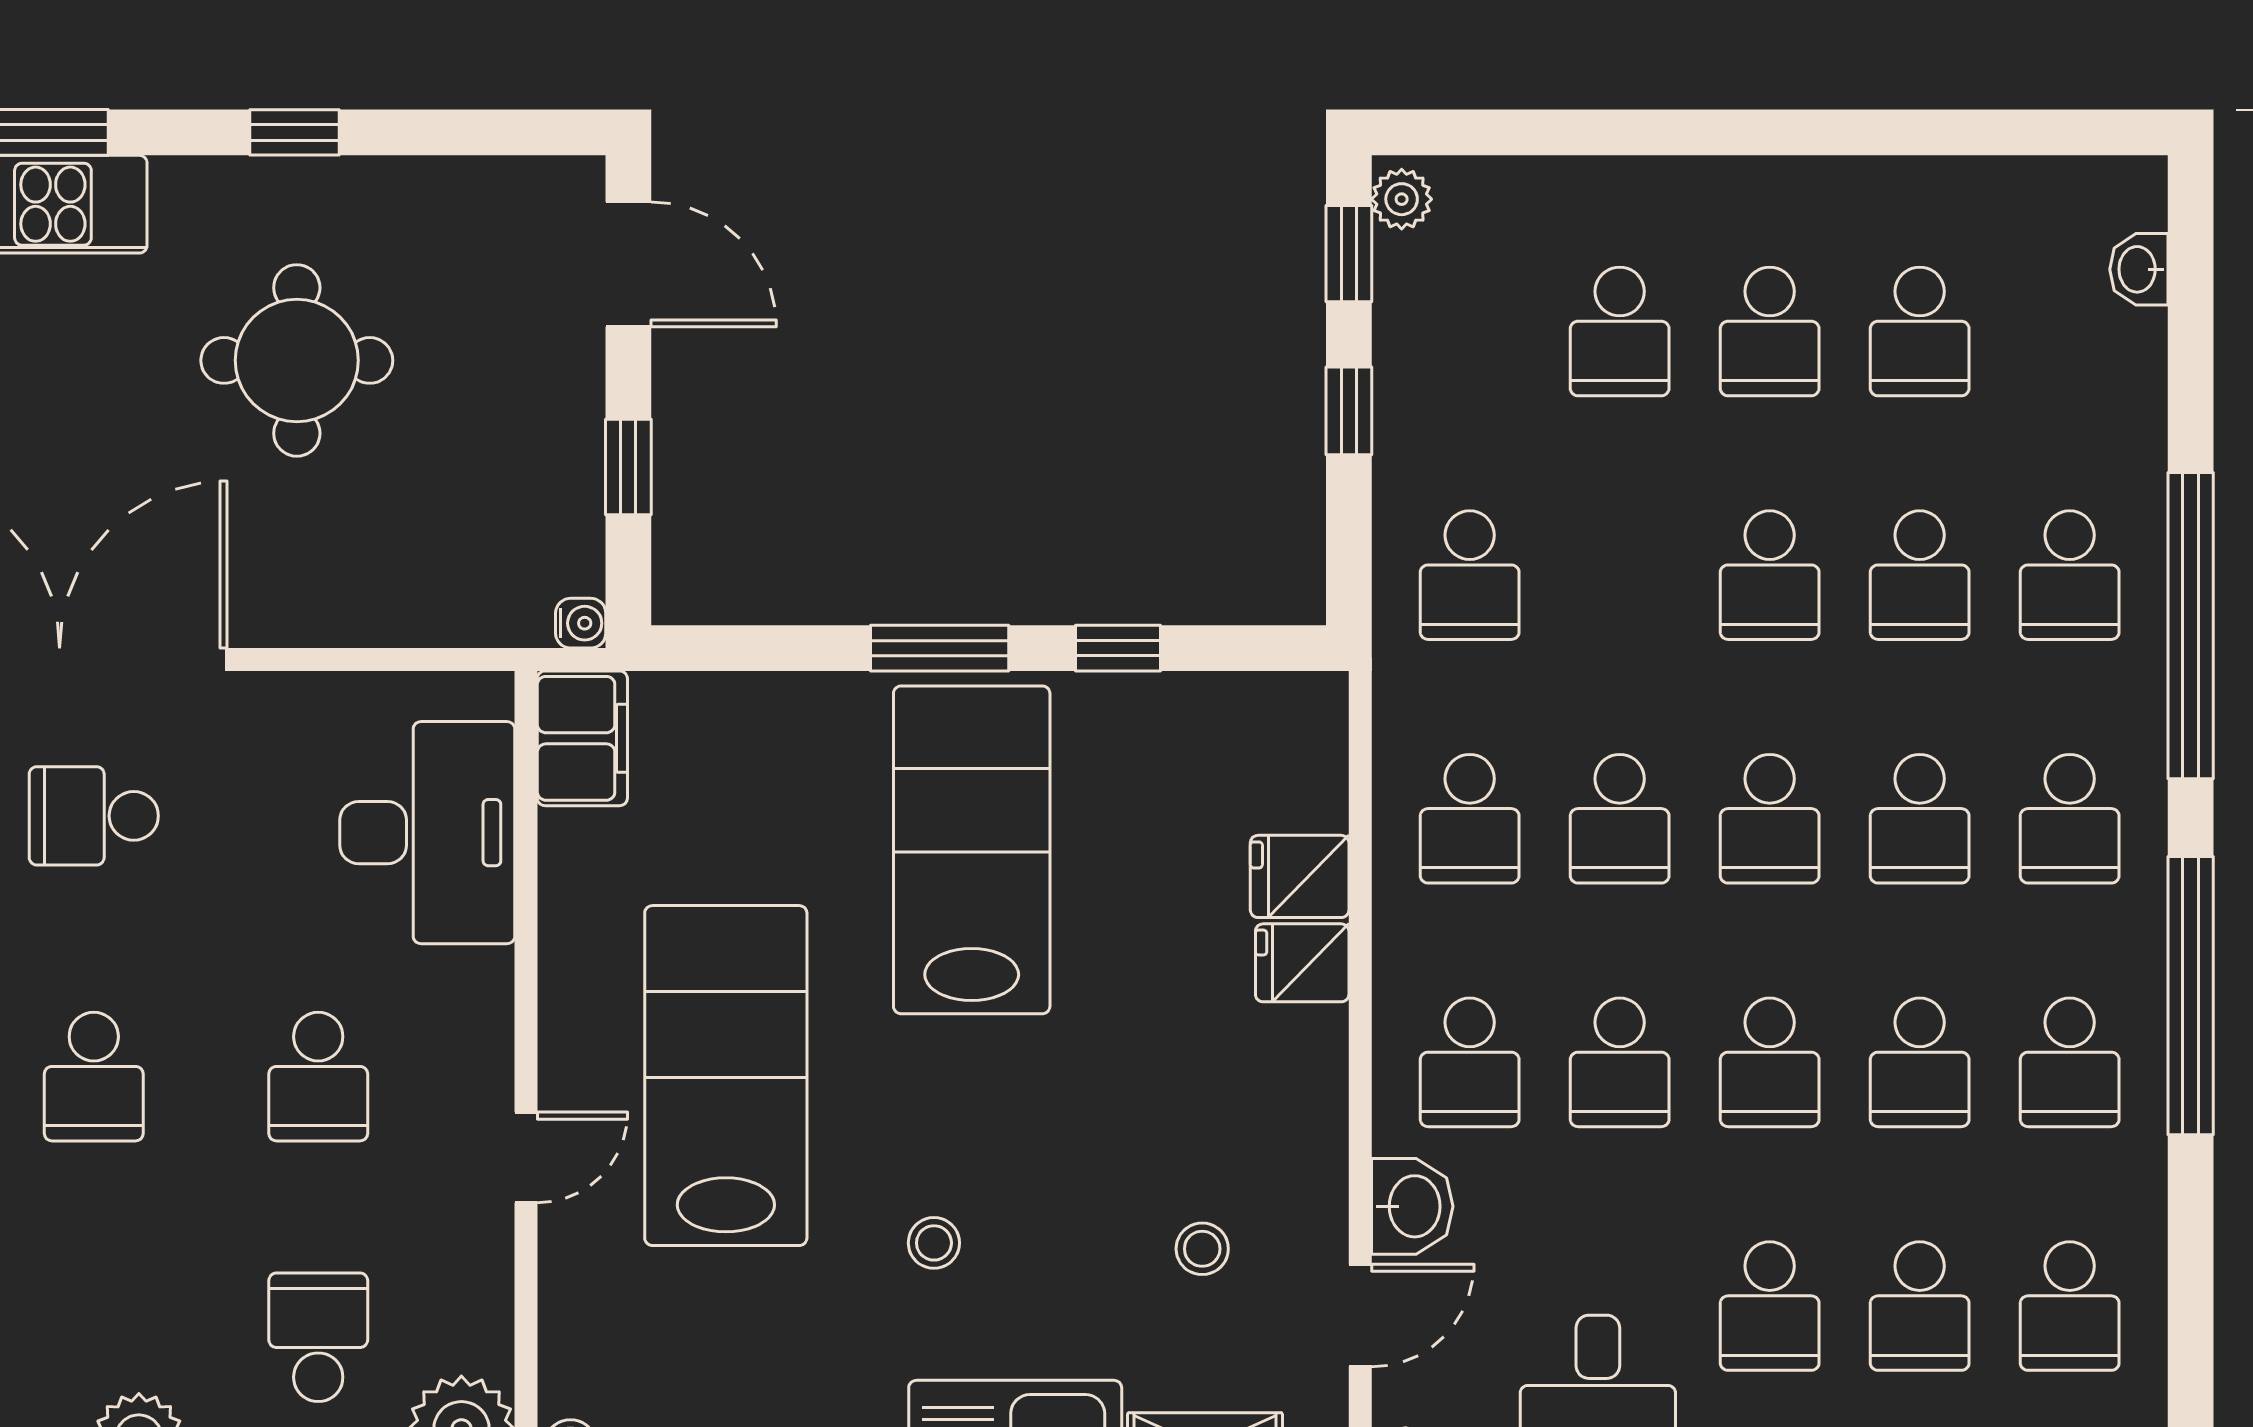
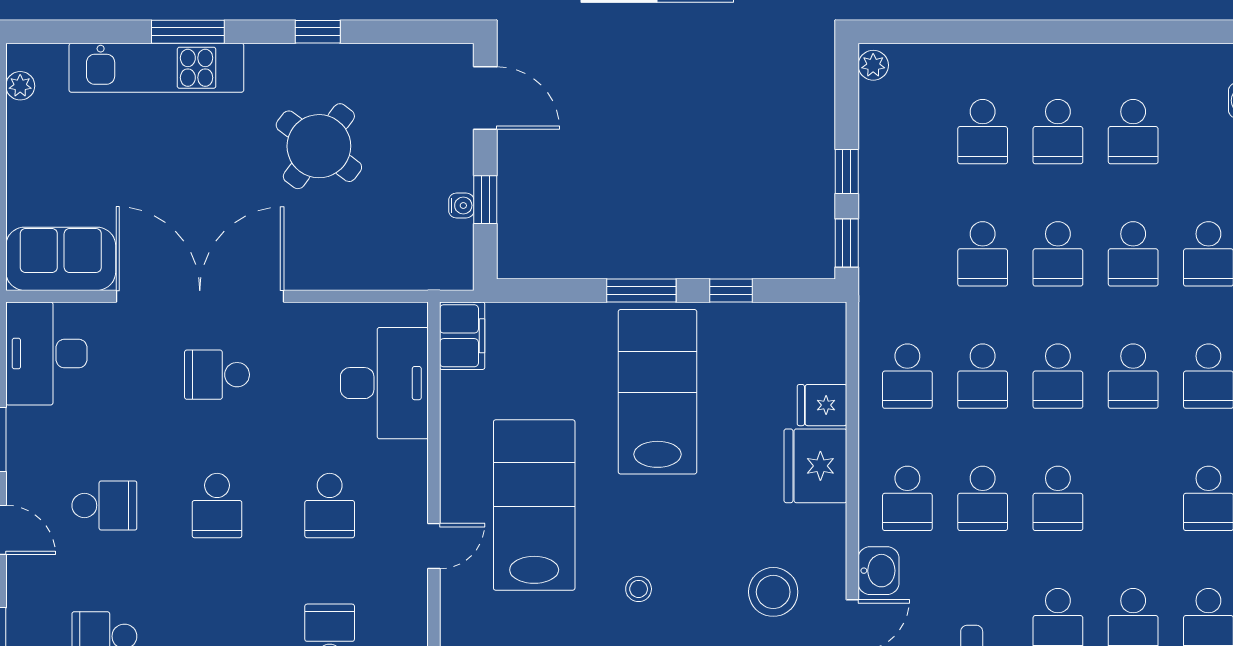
window: (1349, 254) -> (847, 243), moved
round table: (297, 360) -> (319, 146), turned 37
school desk: (1470, 575) -> (983, 254), moved
water cooler: (581, 623) -> (461, 205), moved
fridge: (1302, 963) -> (815, 466), width x1.88, depth x1.34
school desk: (1920, 1062) -> (1133, 498), removed
stool: (1202, 1249) -> (773, 592), width x1.89, depth x1.89

